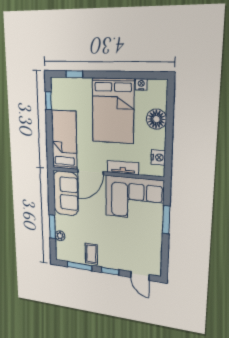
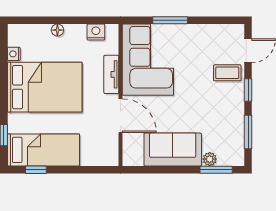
floor lamp: (156, 119) -> (57, 30), width x0.53, depth x0.53
bed: (64, 140) -> (43, 150), moved, turned 180
sofa: (66, 193) -> (173, 150), moved
window: (52, 227) -> (216, 170), moved
coffee table: (91, 254) -> (227, 73), moved

